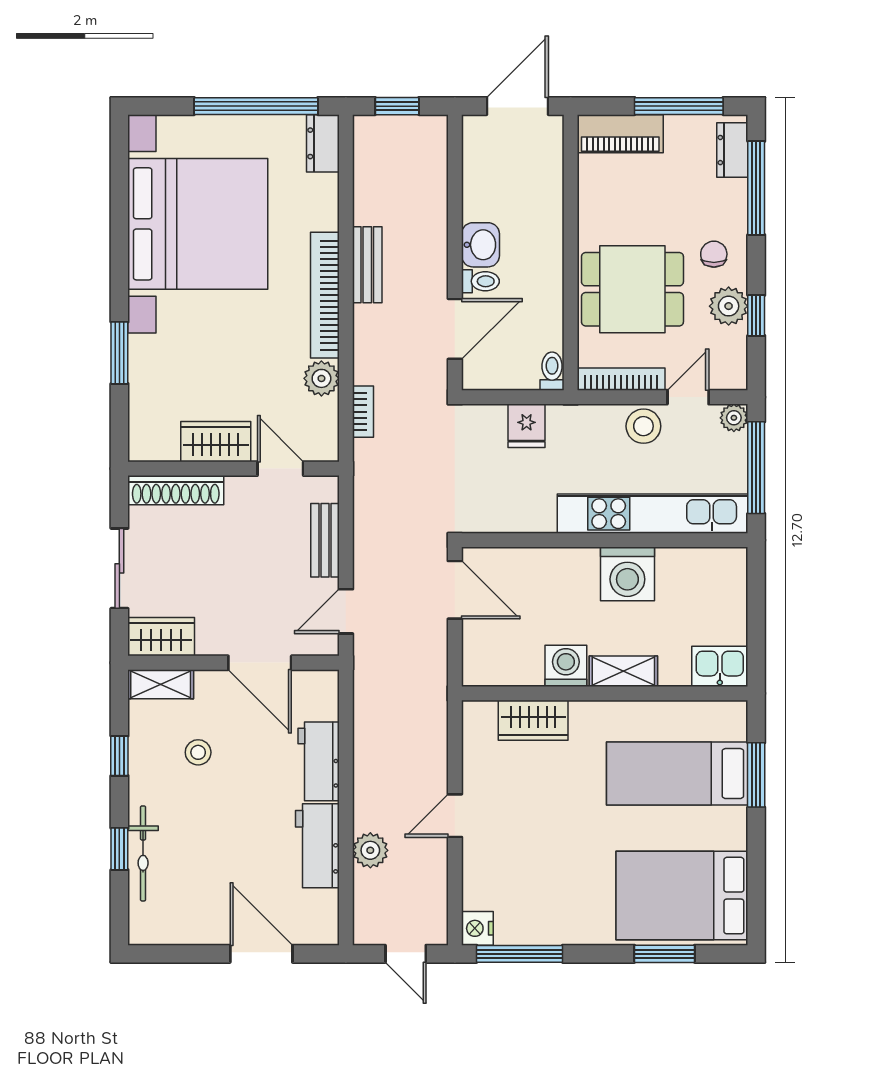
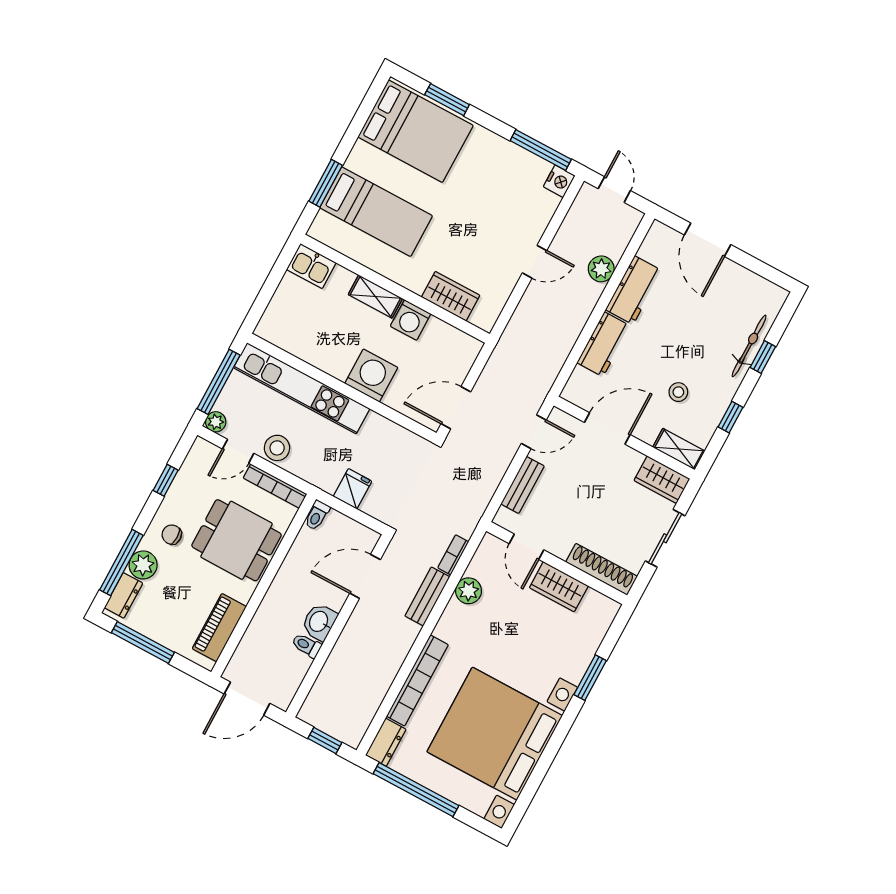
piano: (620, 134) -> (219, 628), moved, turned -90
chair: (714, 254) -> (172, 535), turned 90
bench: (367, 265) -> (427, 596), moved
toilet: (480, 281) -> (307, 645), moved
bookcase: (325, 295) -> (417, 681), moved
plant: (729, 306) -> (143, 565), moved
washing machine: (627, 574) -> (371, 376), moved
door: (455, 590) -> (456, 408), hinge flipped
door: (260, 663) -> (607, 429), hinge flipped

